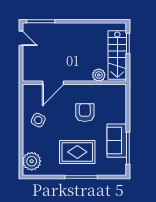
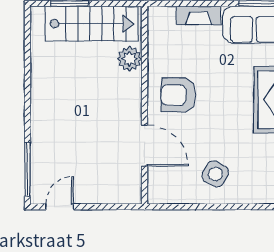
fireplace: (122, 111) -> (199, 16), added
armchair: (85, 113) -> (178, 95), moved

